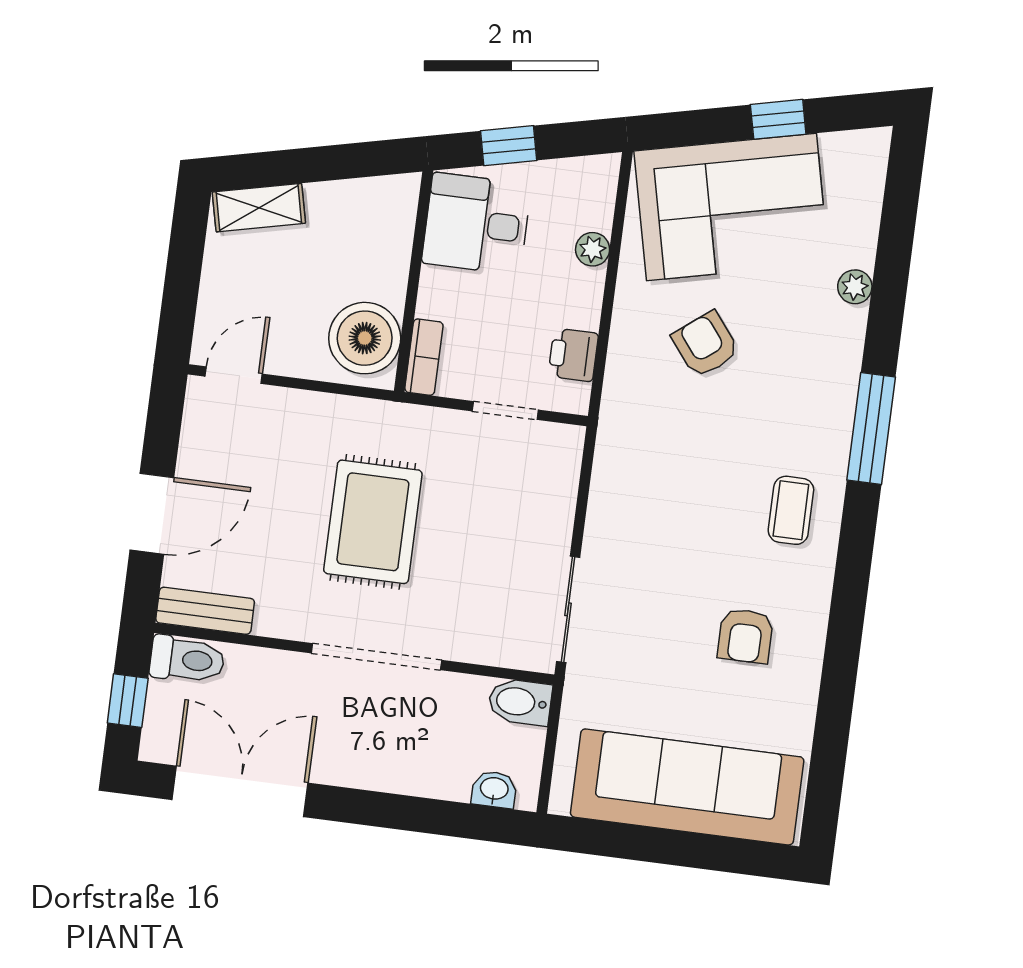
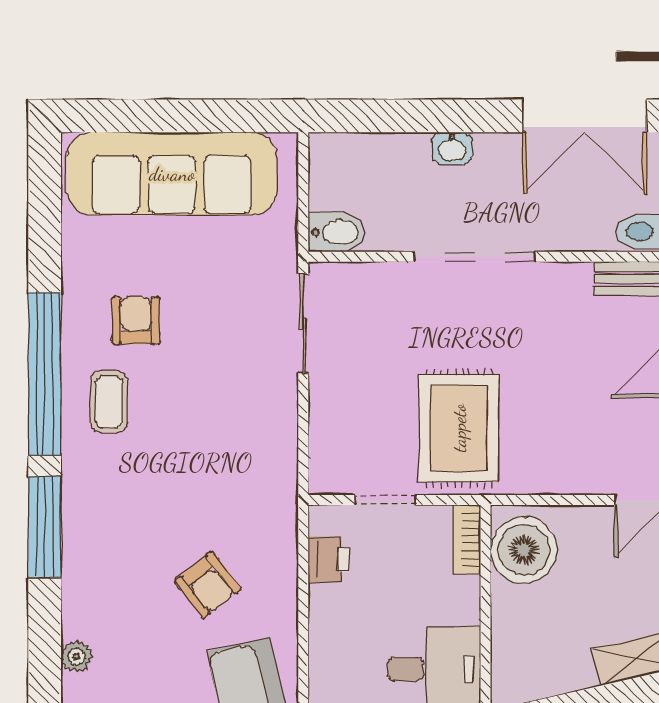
plant: (593, 249) -> (324, 660), removed
coffee table: (791, 510) -> (109, 402), moved
rug: (373, 522) -> (459, 428), moved
window: (850, 591) -> (45, 374), added
washbasin: (494, 789) -> (452, 148), moved

